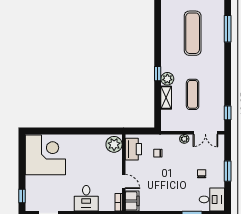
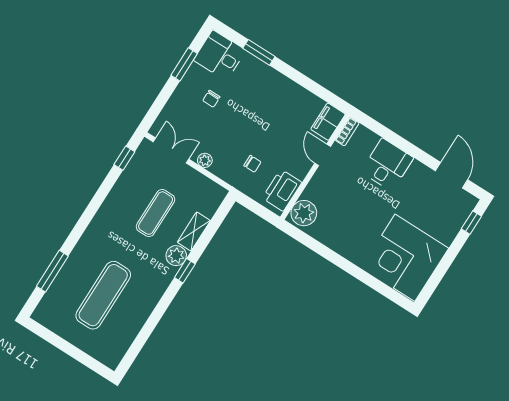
window: (228, 171) -> (184, 64), moved

